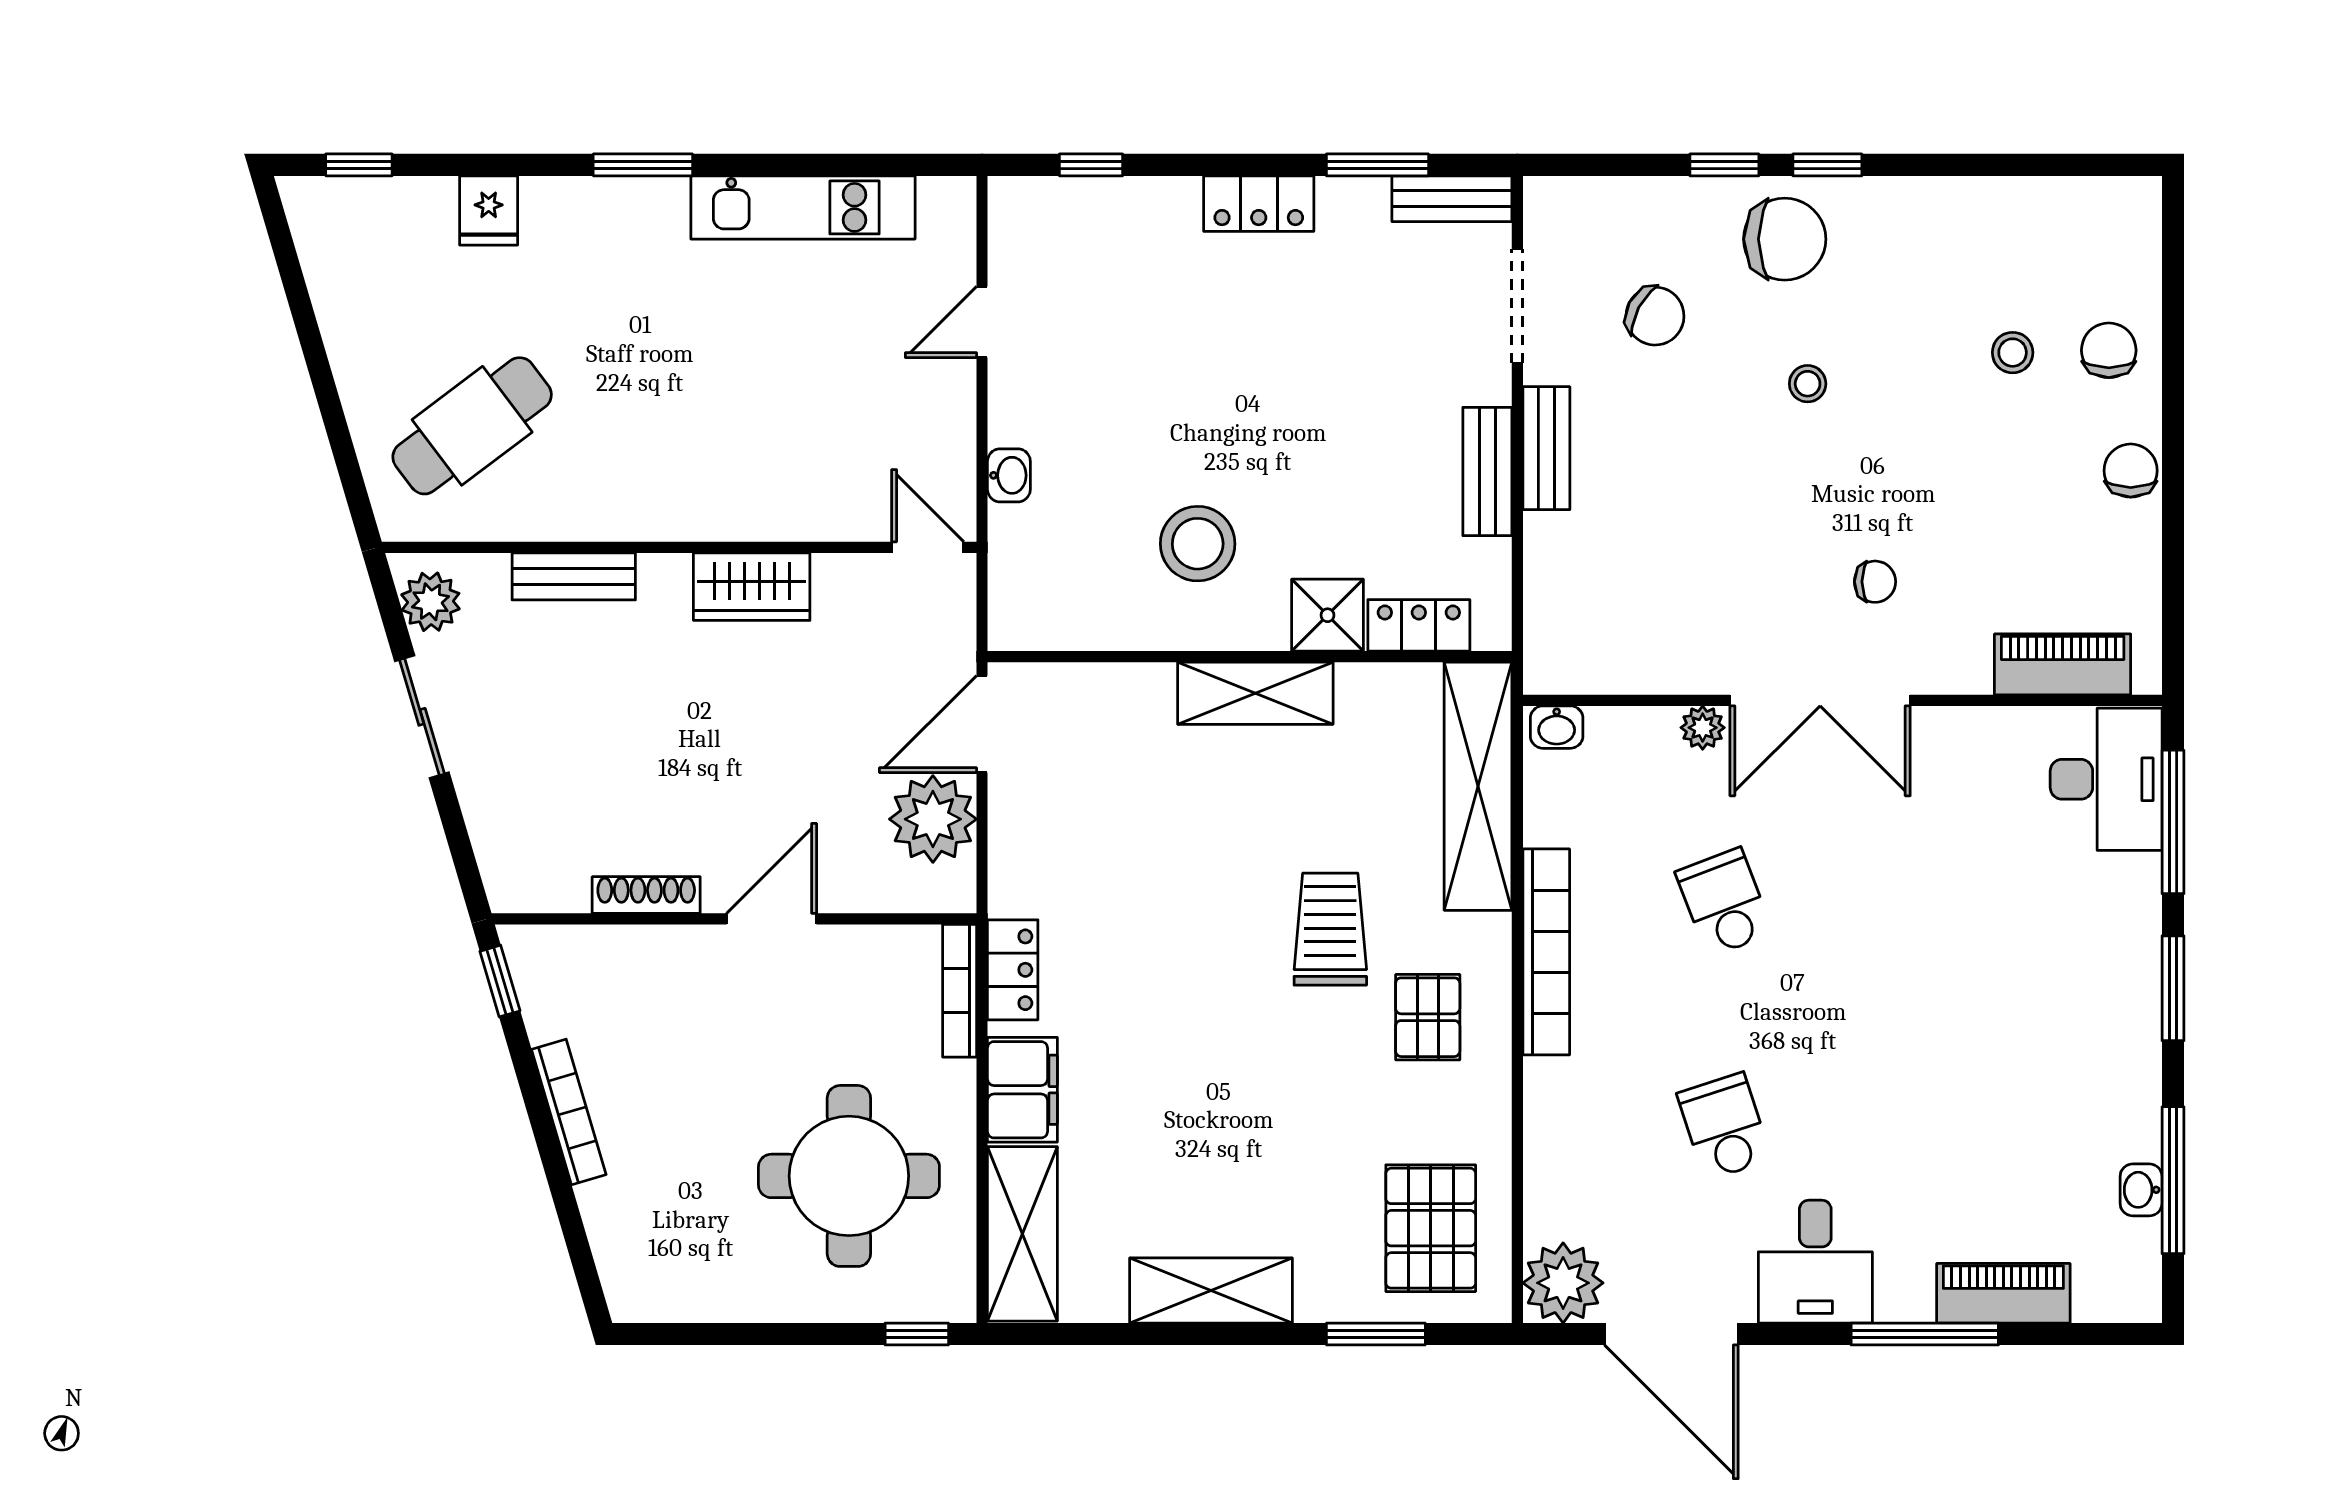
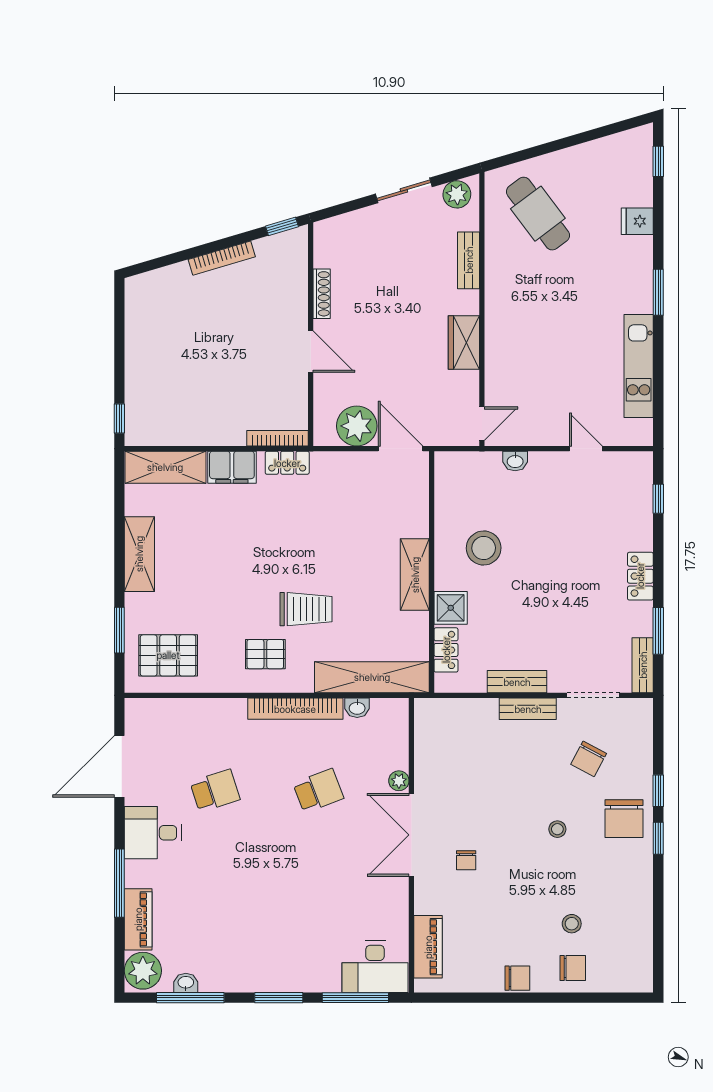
washbasin: (1557, 727) -> (357, 708), moved, turned -90
round table: (849, 1176) -> (192, 387), removed
plant: (1563, 1283) -> (143, 971), moved

